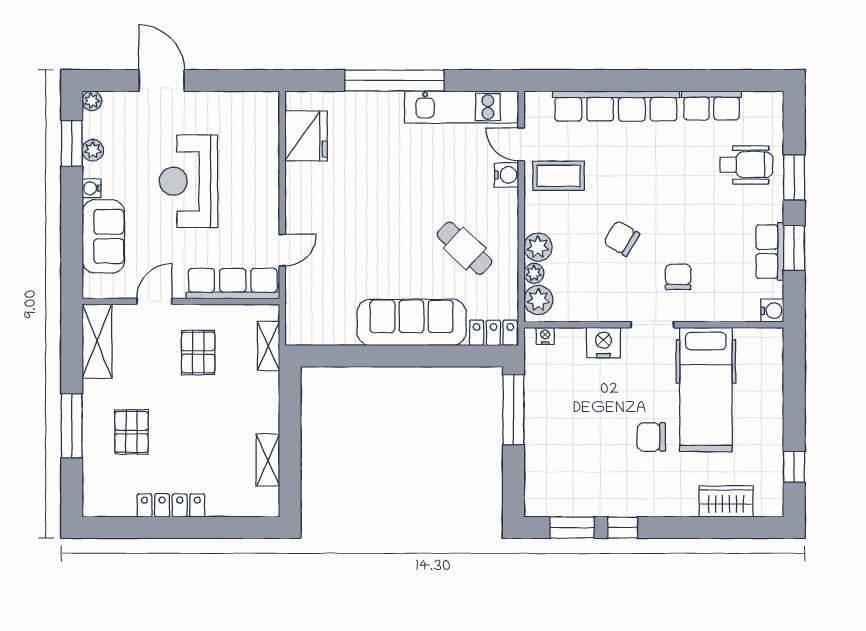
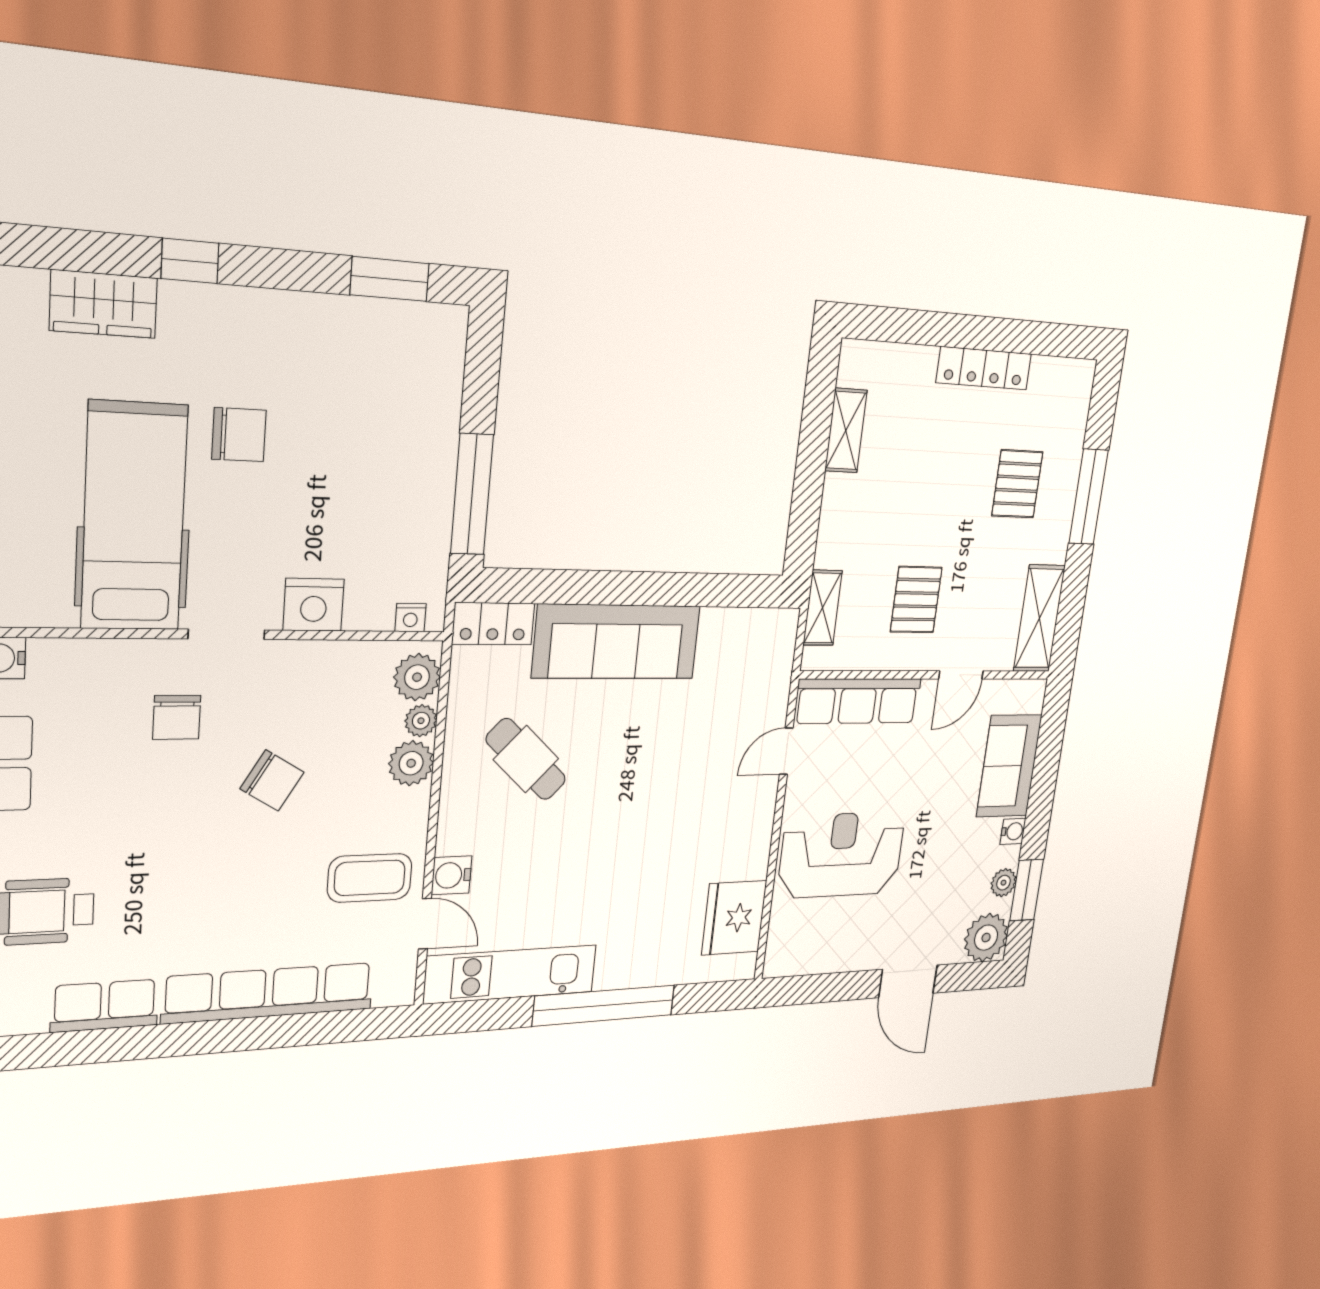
plant: (92, 101) -> (986, 938), width x1.88, depth x1.88
reception desk: (188, 181) -> (841, 855), moved, turned -90
window: (623, 527) -> (190, 261), moved

